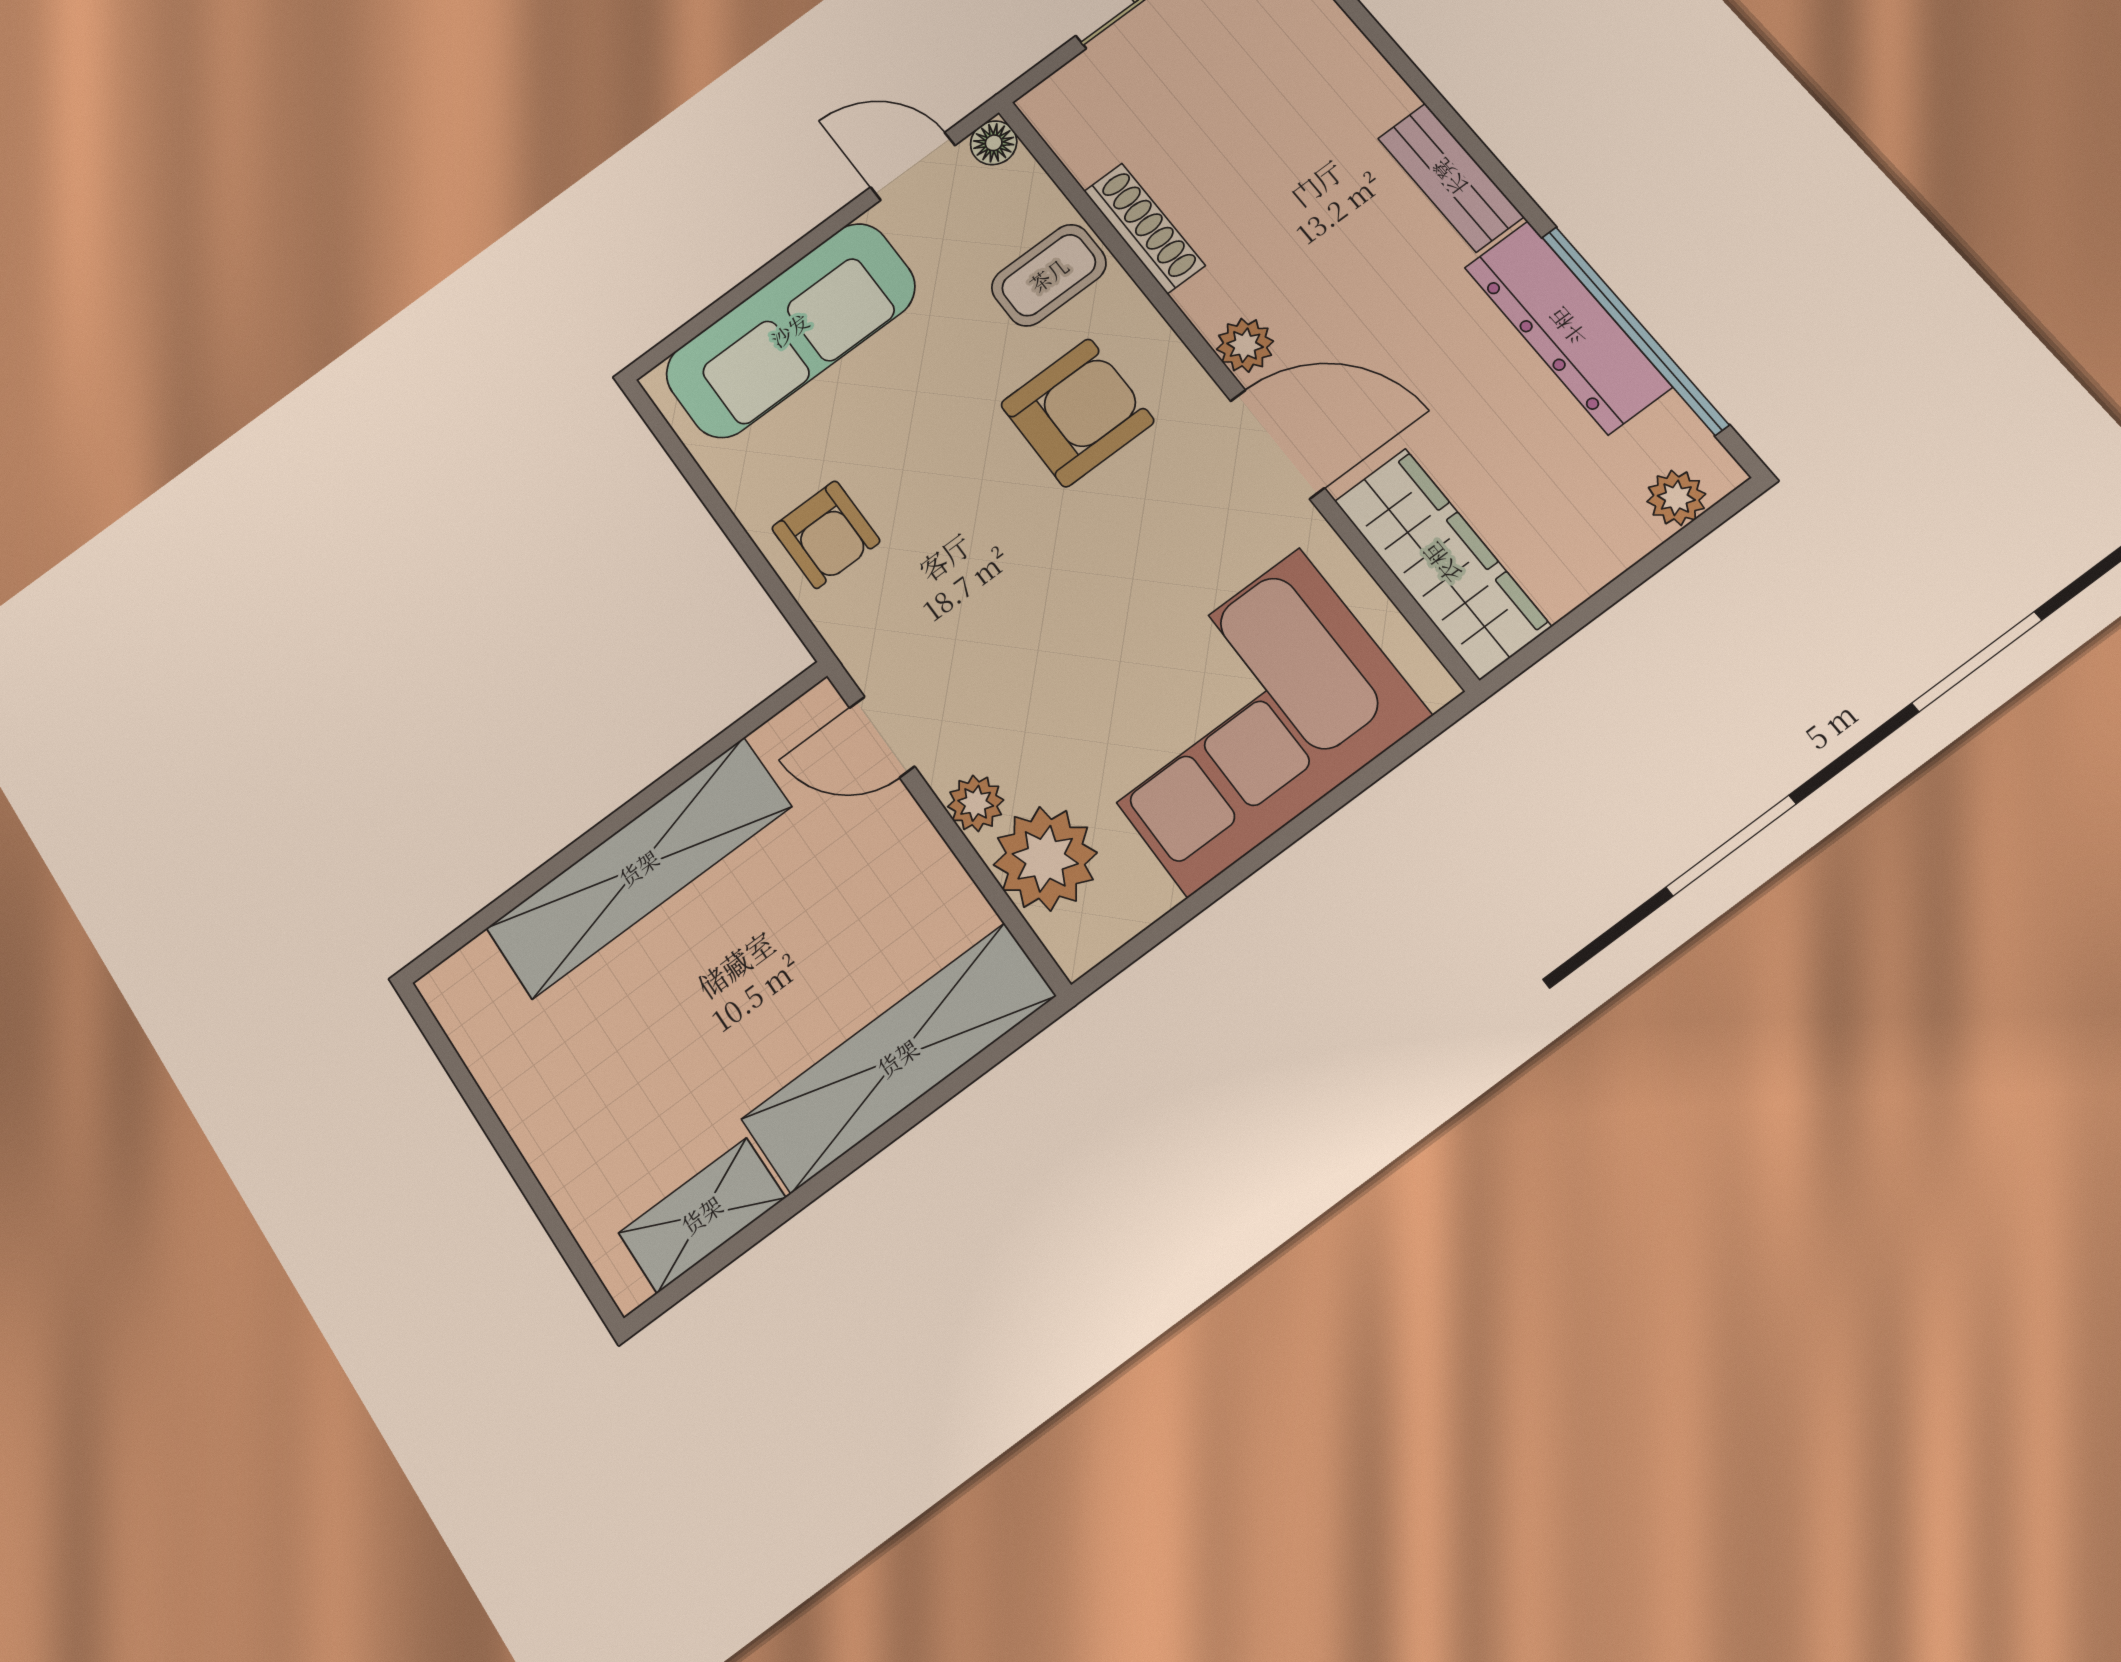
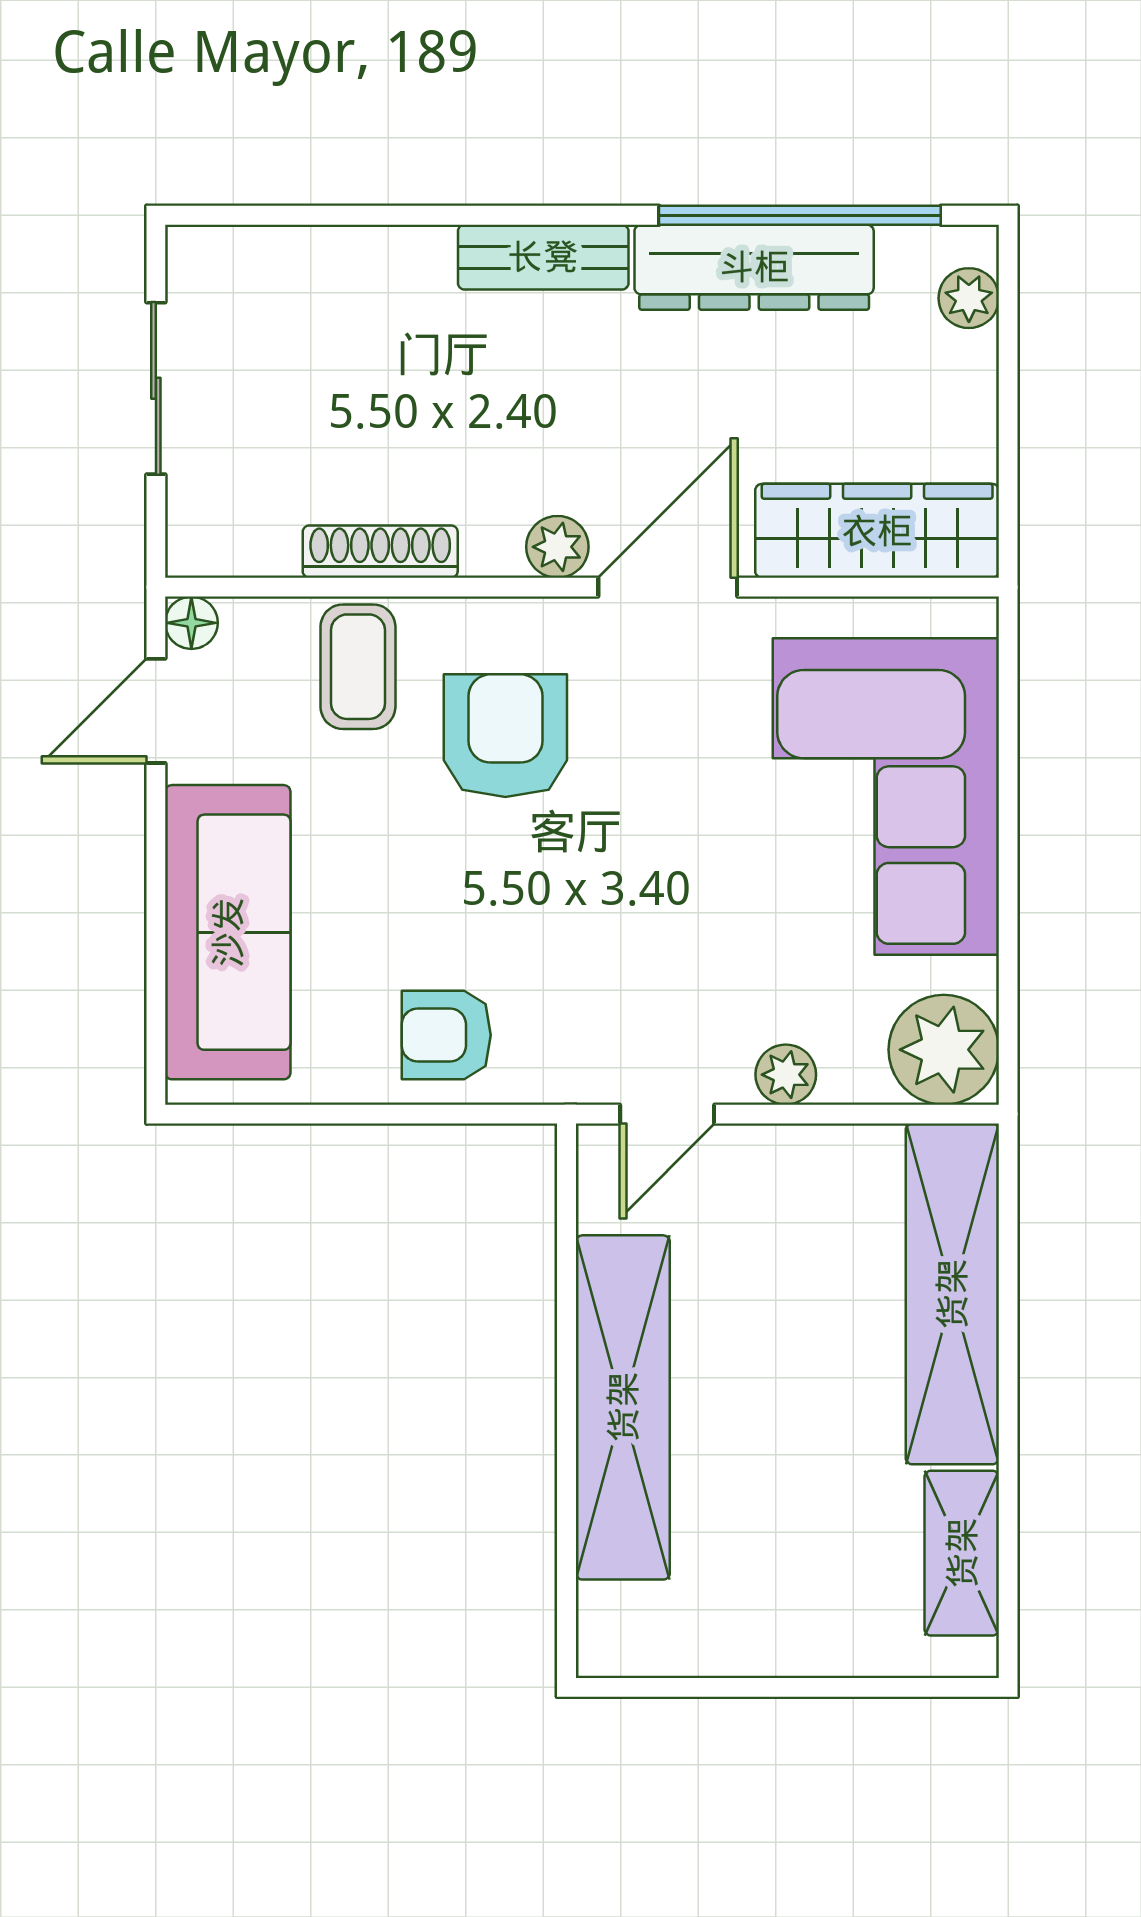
armchair: (826, 535) -> (446, 1035), turned 180
plant: (1045, 859) -> (944, 1050), moved

